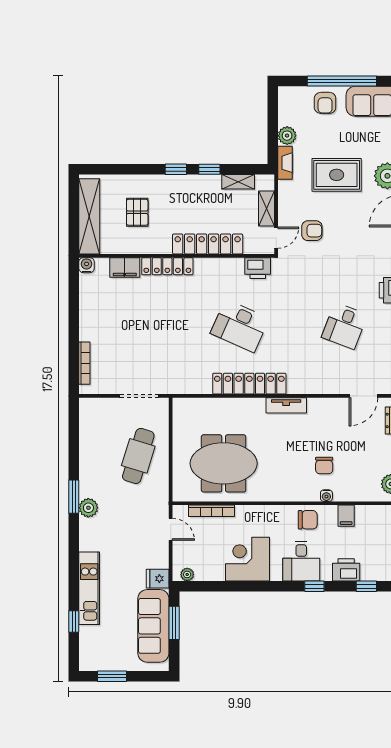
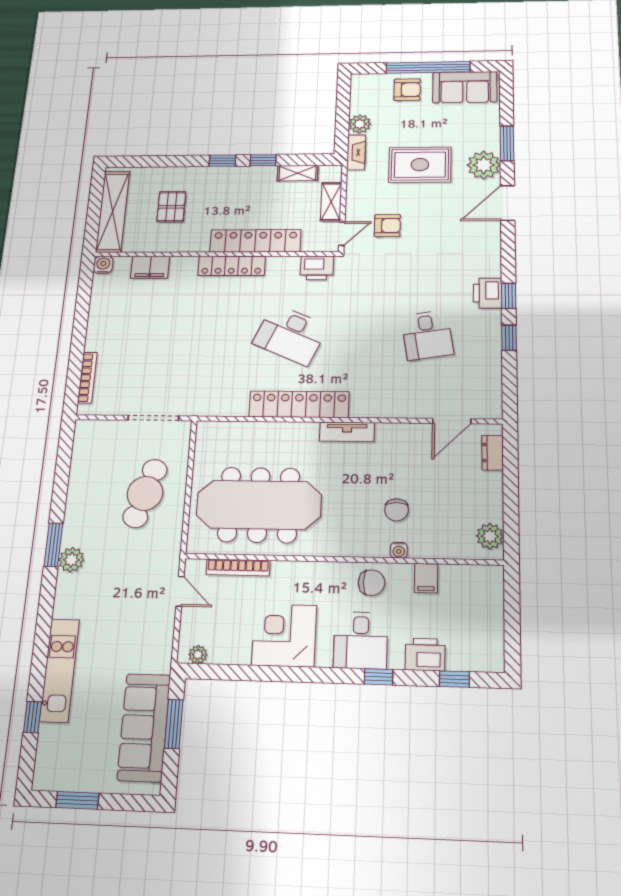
armchair: (325, 103) -> (407, 90), turned -90
locker: (167, 266) -> (232, 266), moved
desk: (344, 326) -> (427, 335), turned -30
meeting table: (224, 463) -> (259, 505), width x1.36
fridge: (158, 579) -> (156, 659), removed

